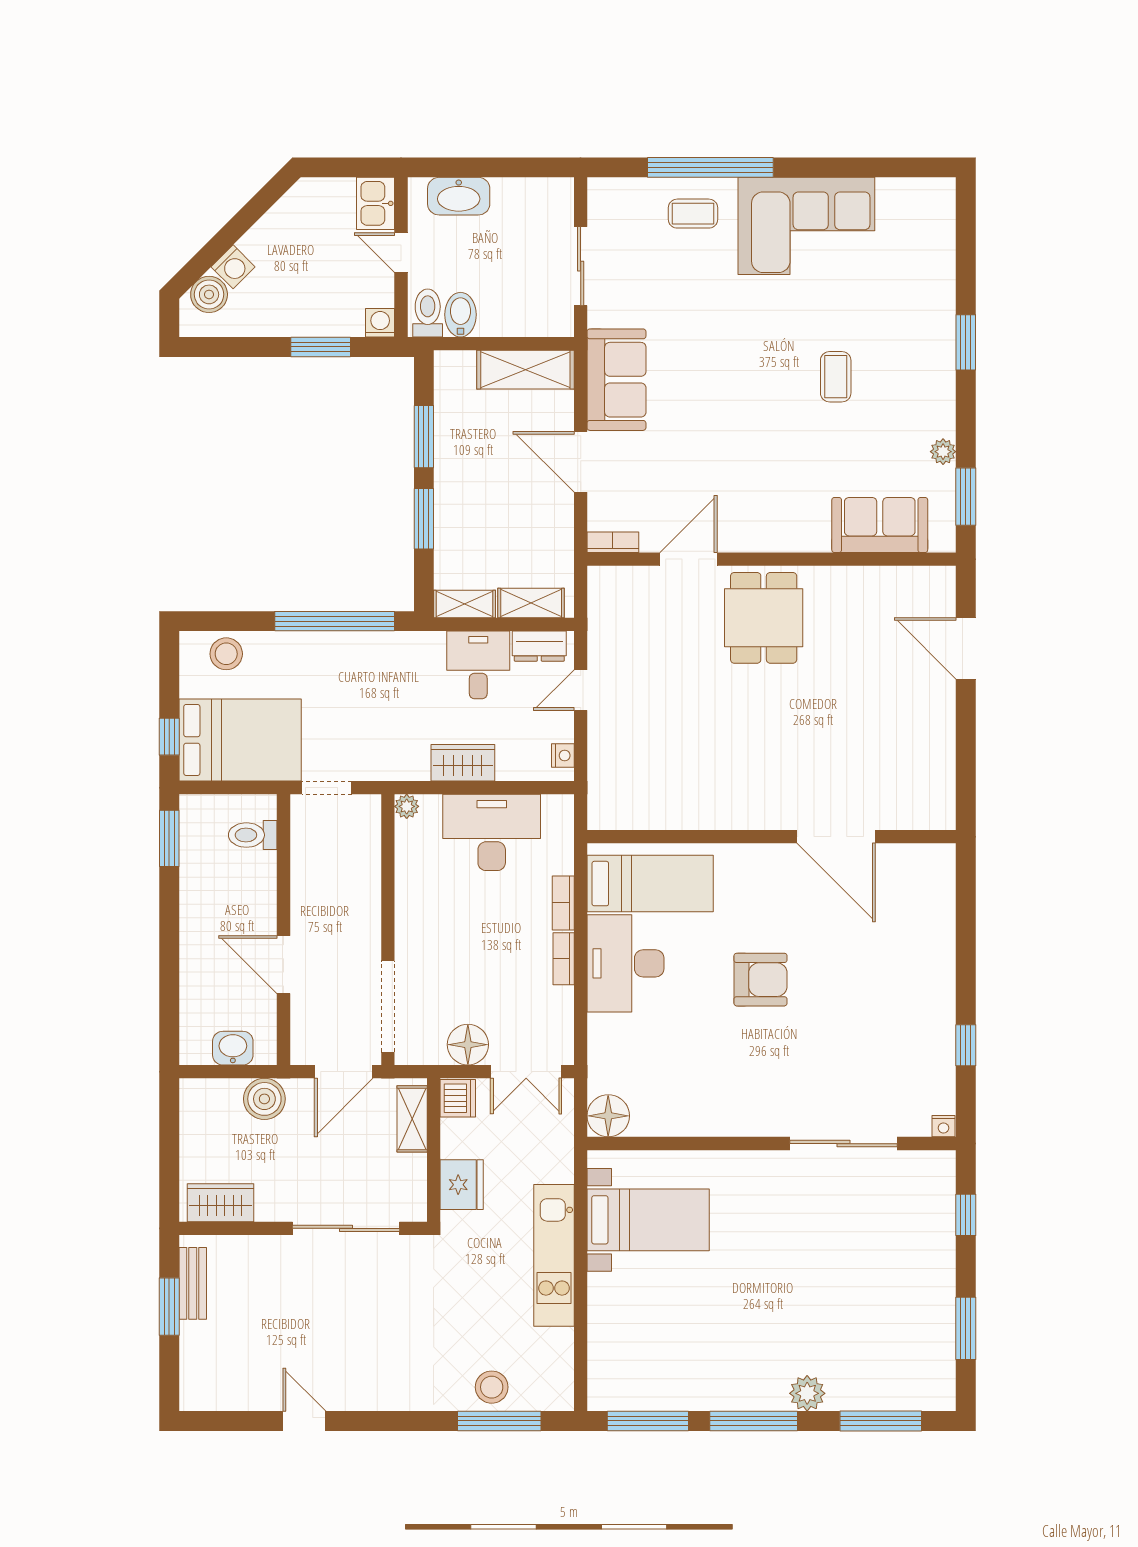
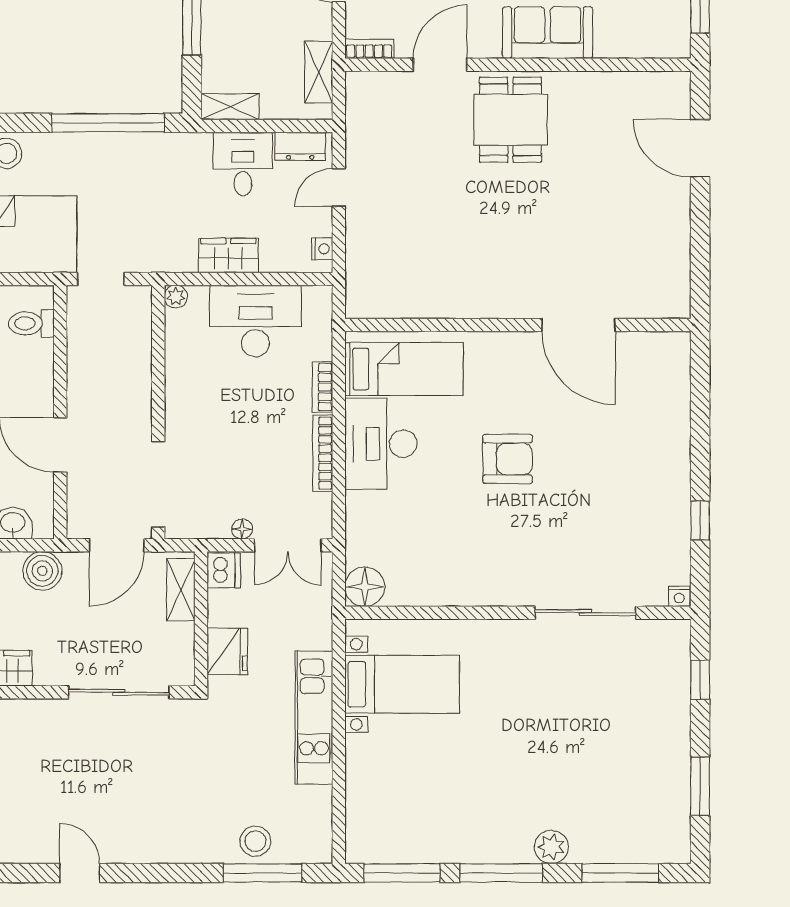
sofa: (880, 525) -> (548, 33), moved
shelving: (531, 603) -> (319, 72), moved, turned 90
bookcase: (564, 959) -> (323, 453), width x1.56
floor lamp: (468, 1045) -> (242, 529), width x0.53, depth x0.53

